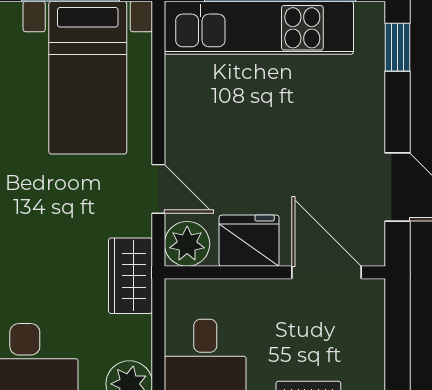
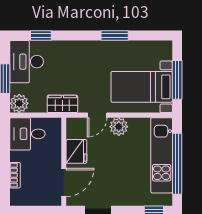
plant: (187, 244) -> (119, 127), moved

